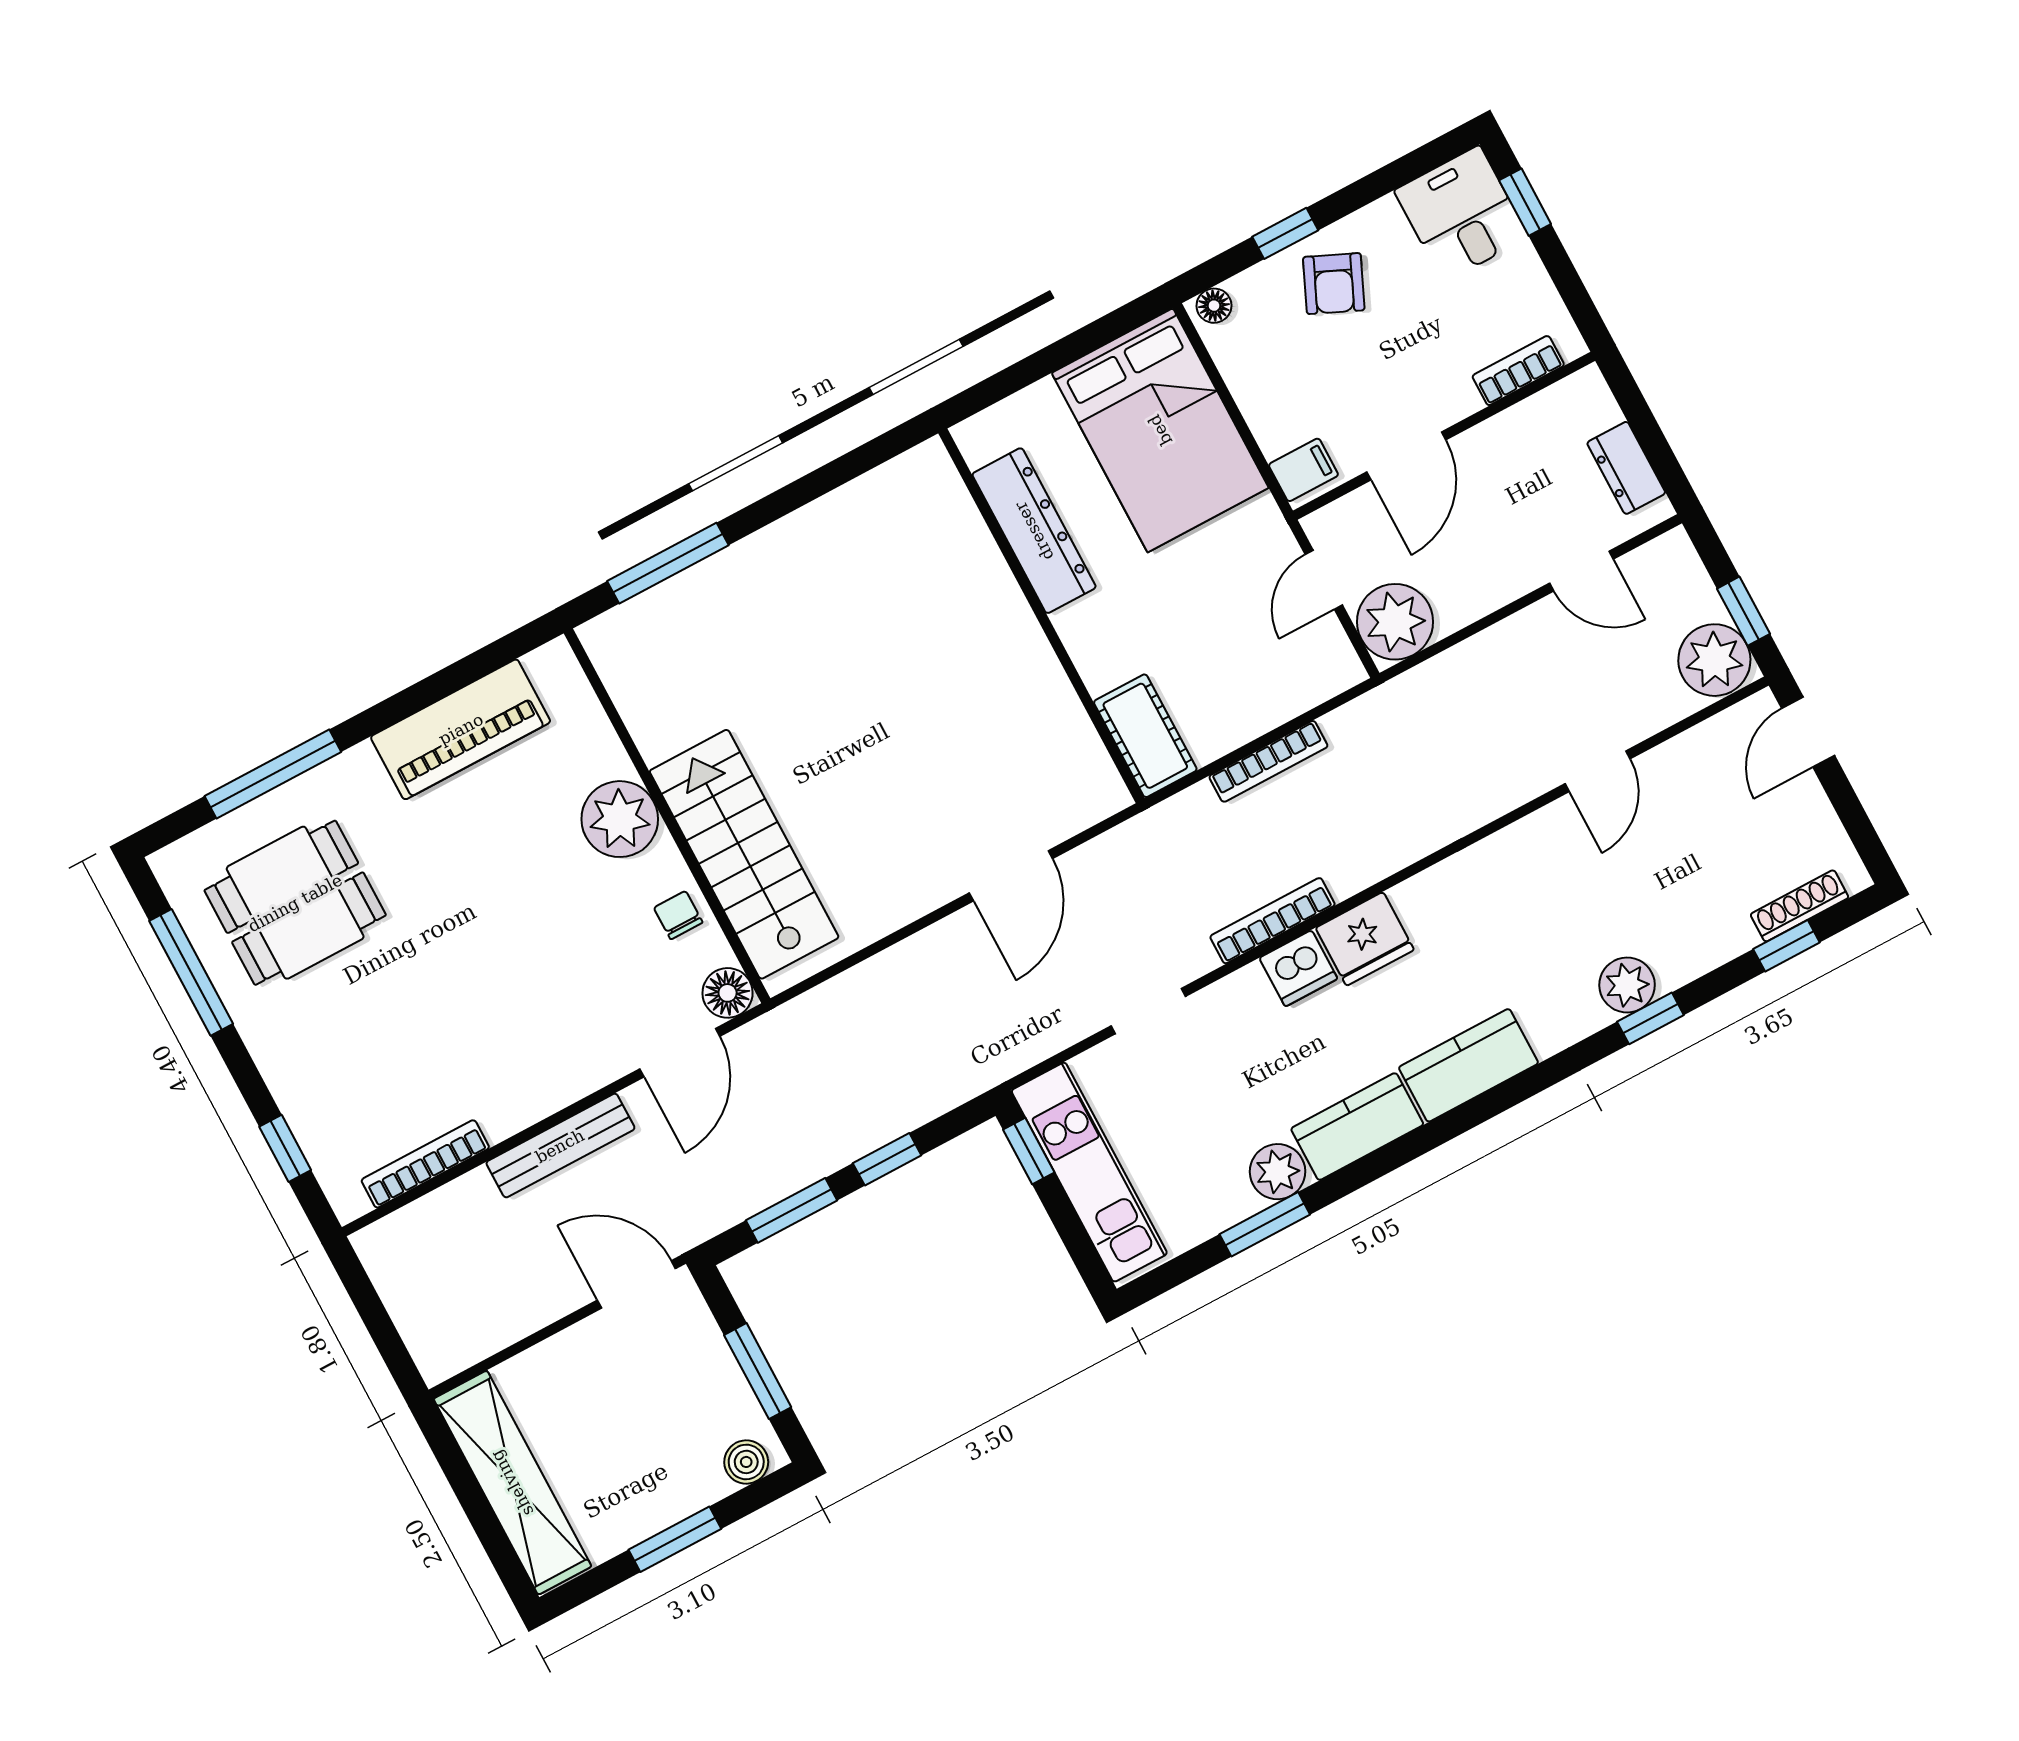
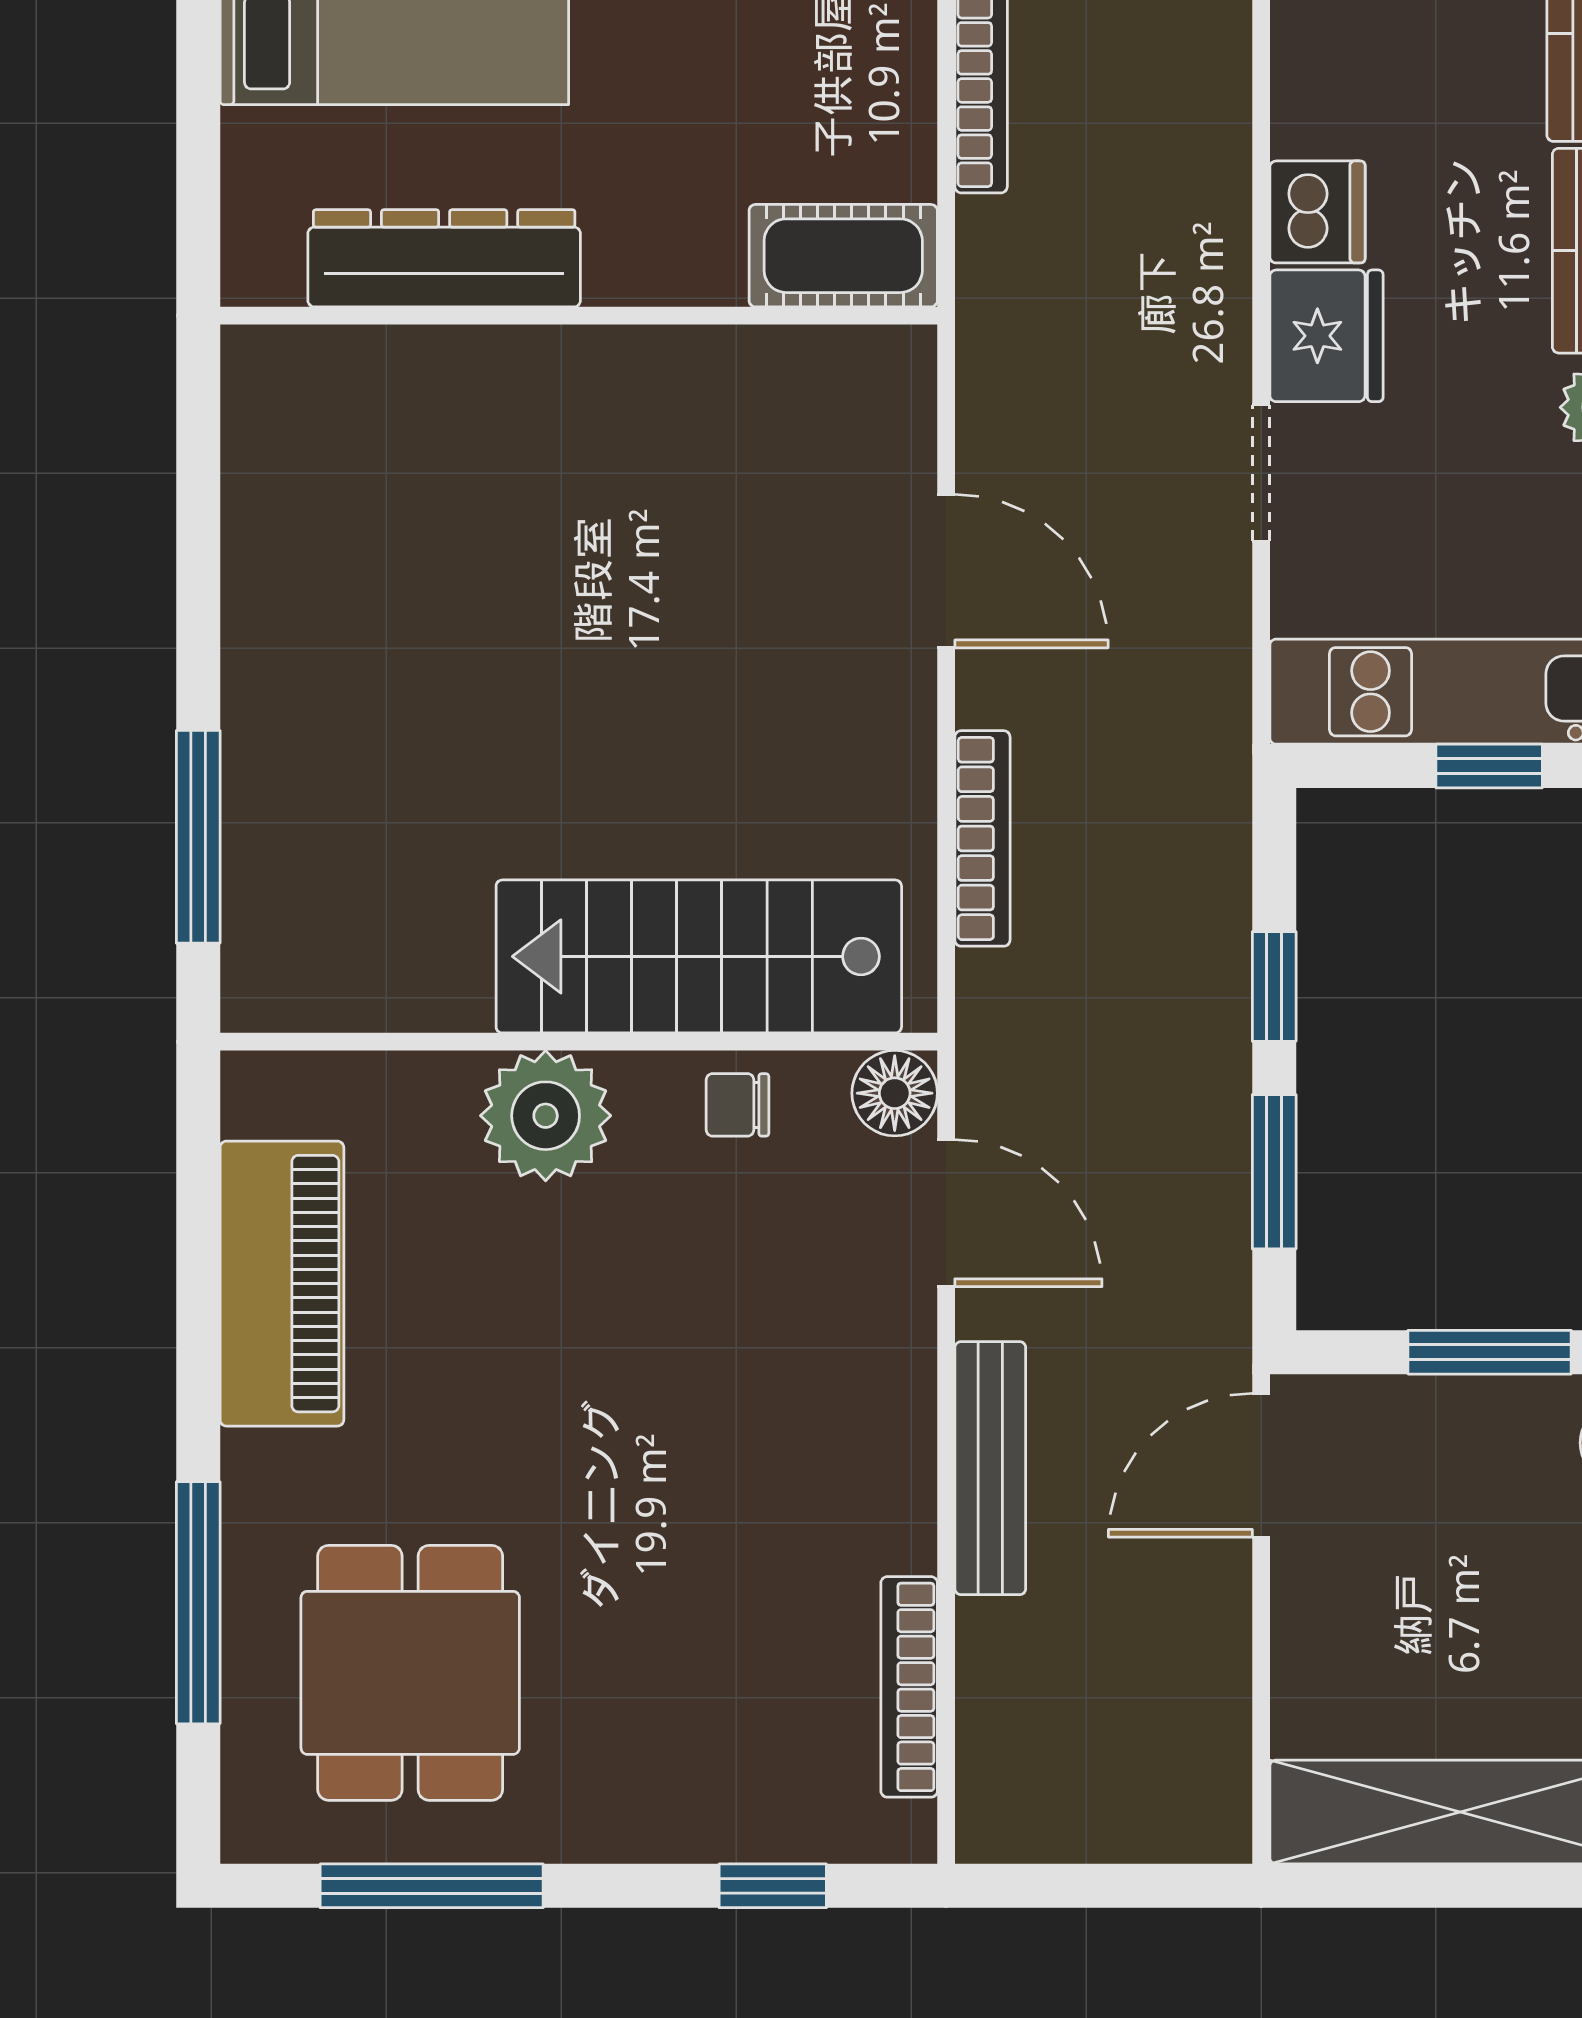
bookcase: (1272, 921) -> (982, 838), moved, turned 180
fridge: (1365, 939) -> (1326, 336), moved
window: (1029, 1151) -> (1489, 766), moved

